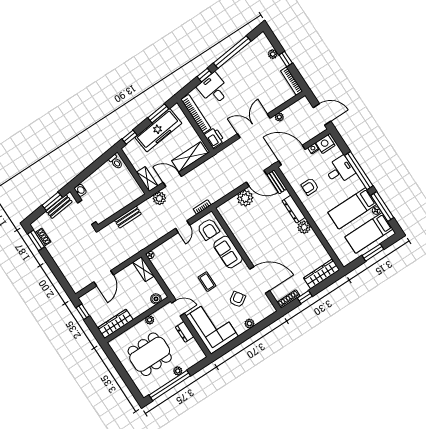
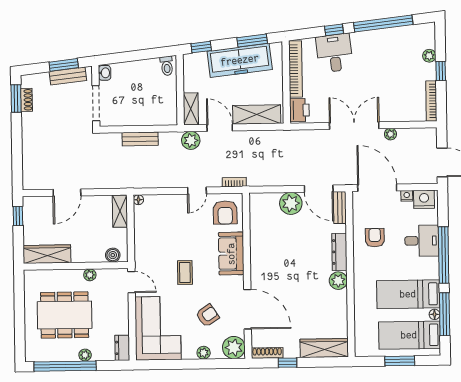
armchair: (310, 187) -> (375, 238), turned 90
plant: (266, 309) -> (234, 348), added
dresser: (185, 332) -> (122, 348), moved

